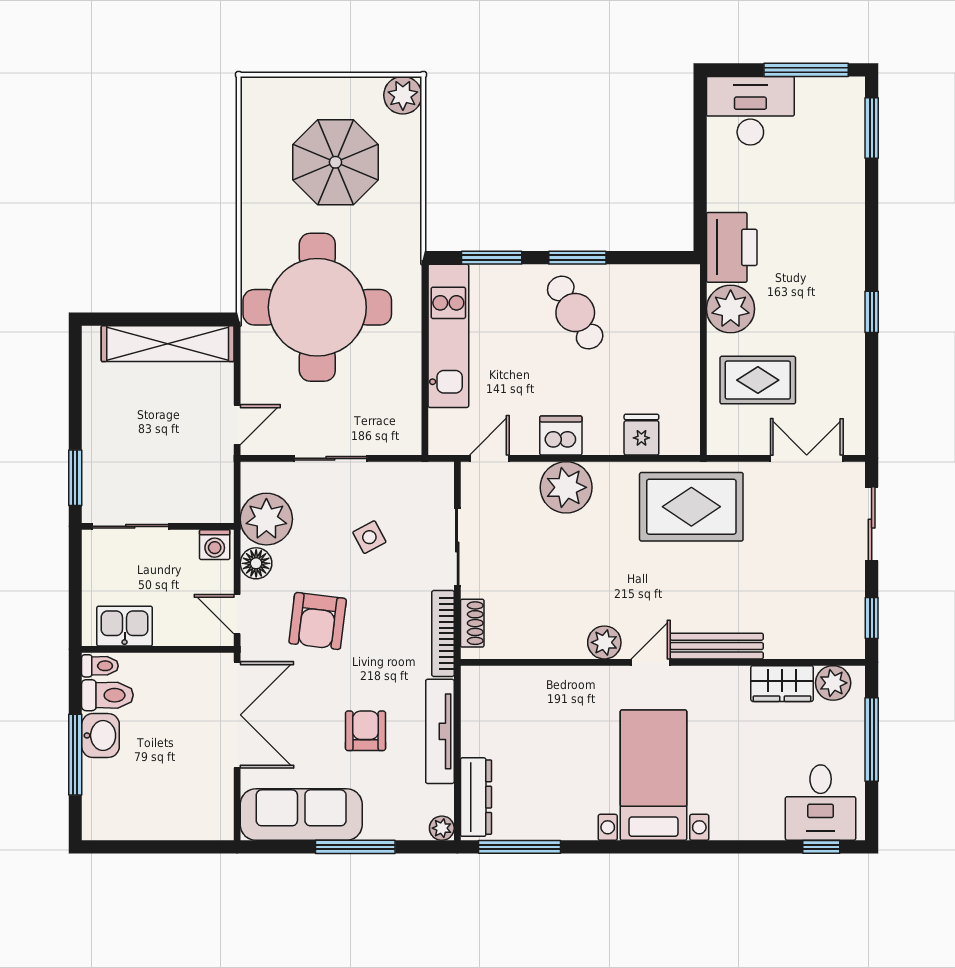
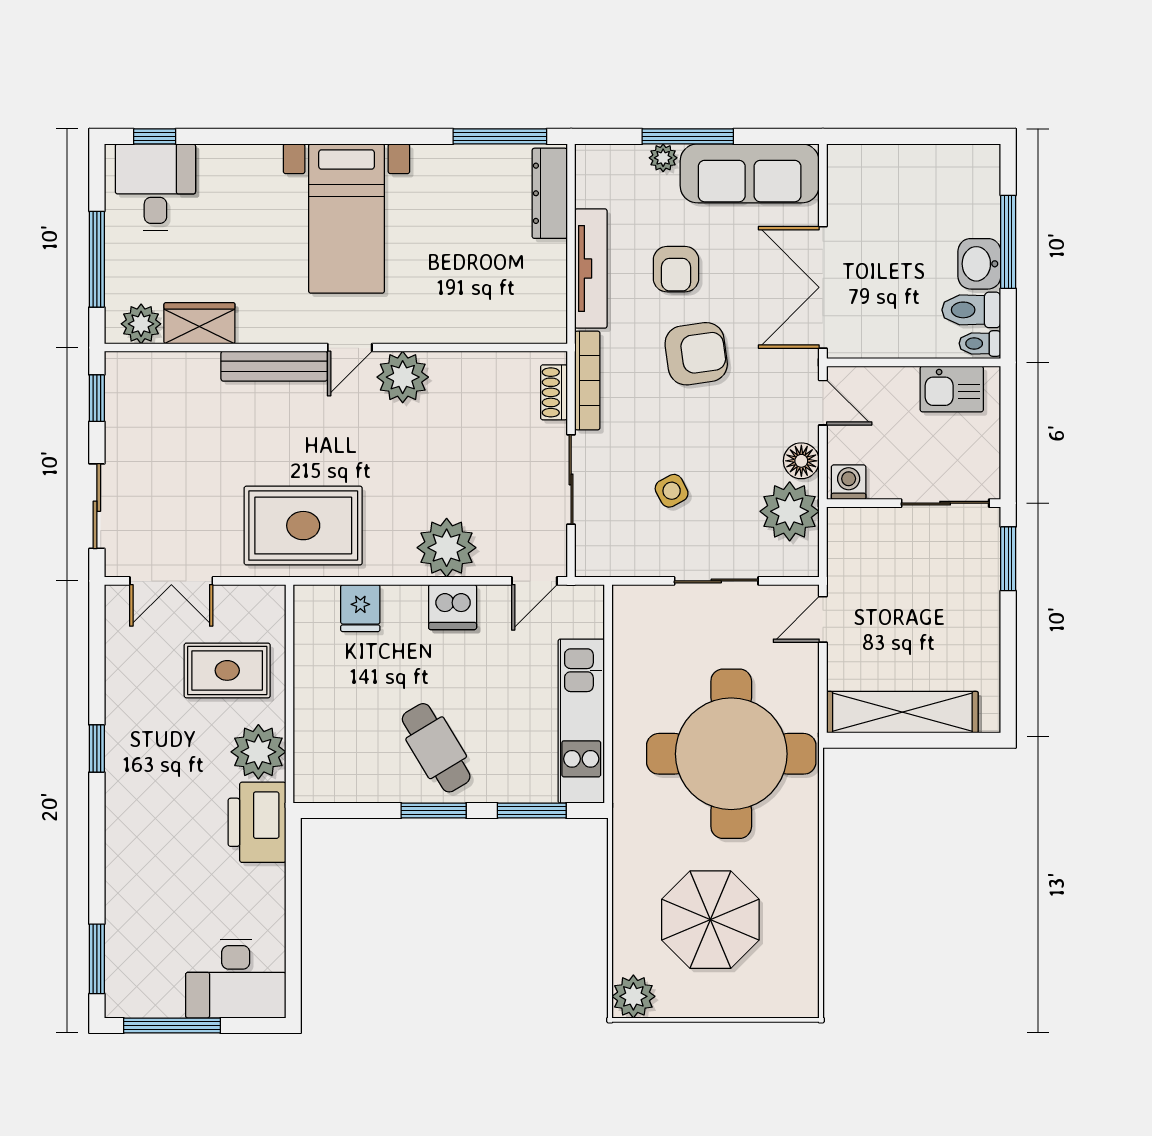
armchair: (318, 621) -> (696, 354), moved, turned 75
plant: (604, 642) -> (403, 377), width x1.36, depth x1.36
plant: (442, 828) -> (663, 158), moved

